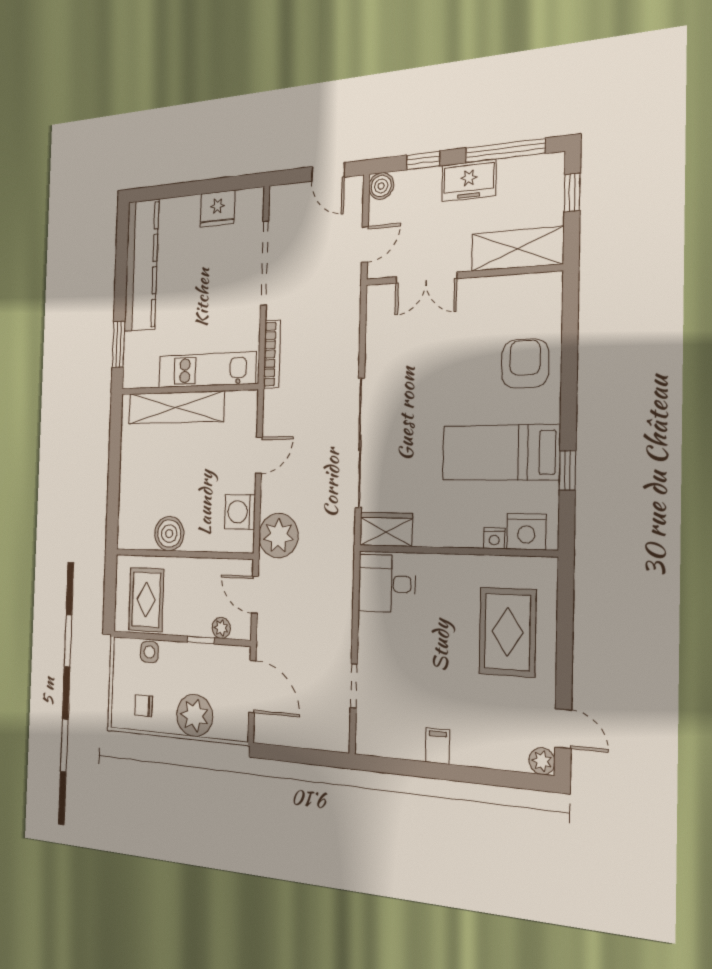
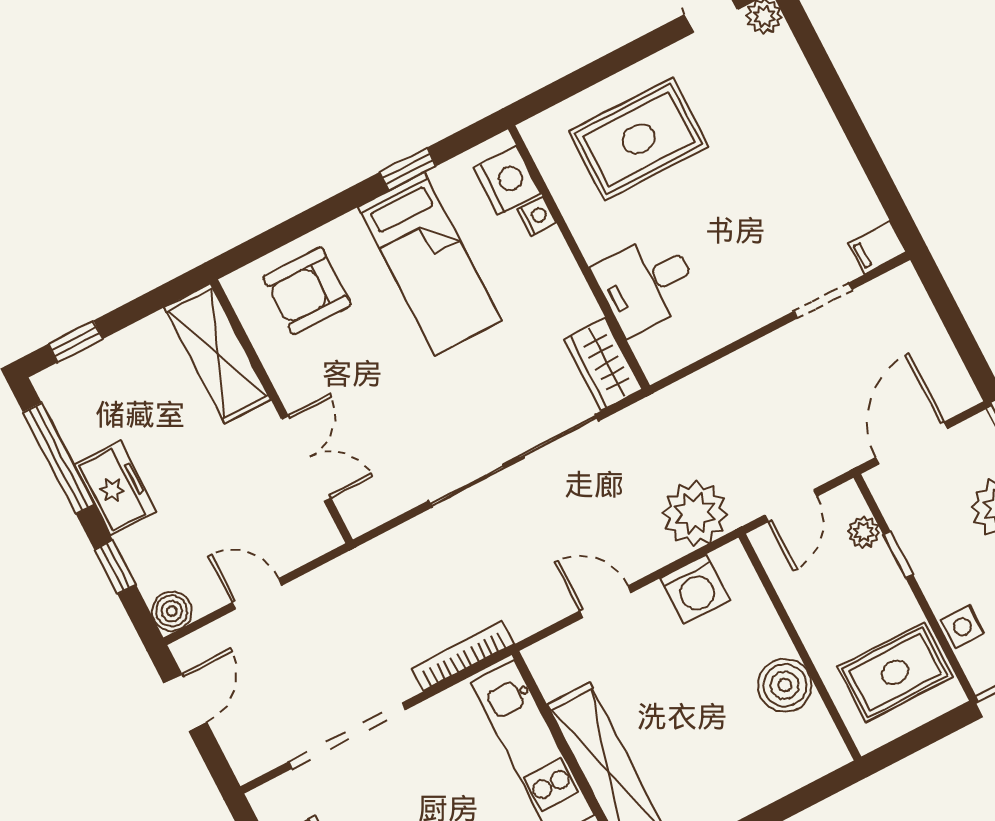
shelving: (517, 249) -> (218, 353), moved
wall: (461, 275) -> (282, 411), moved
double door: (426, 278) -> (306, 458), moved
desk: (387, 584) -> (647, 284), moved, turned 90
filing cabinet: (438, 746) -> (877, 248), moved

